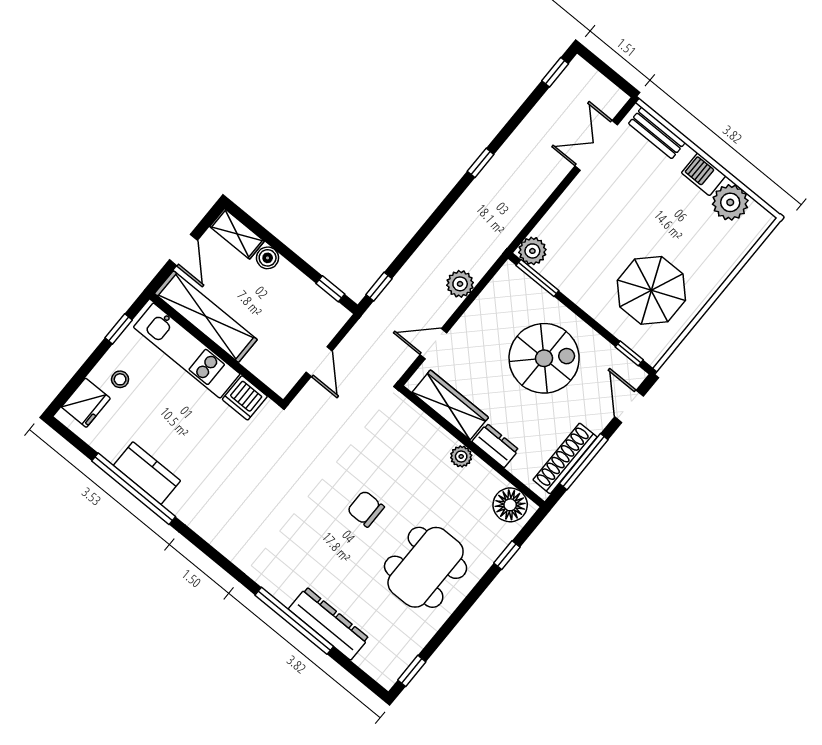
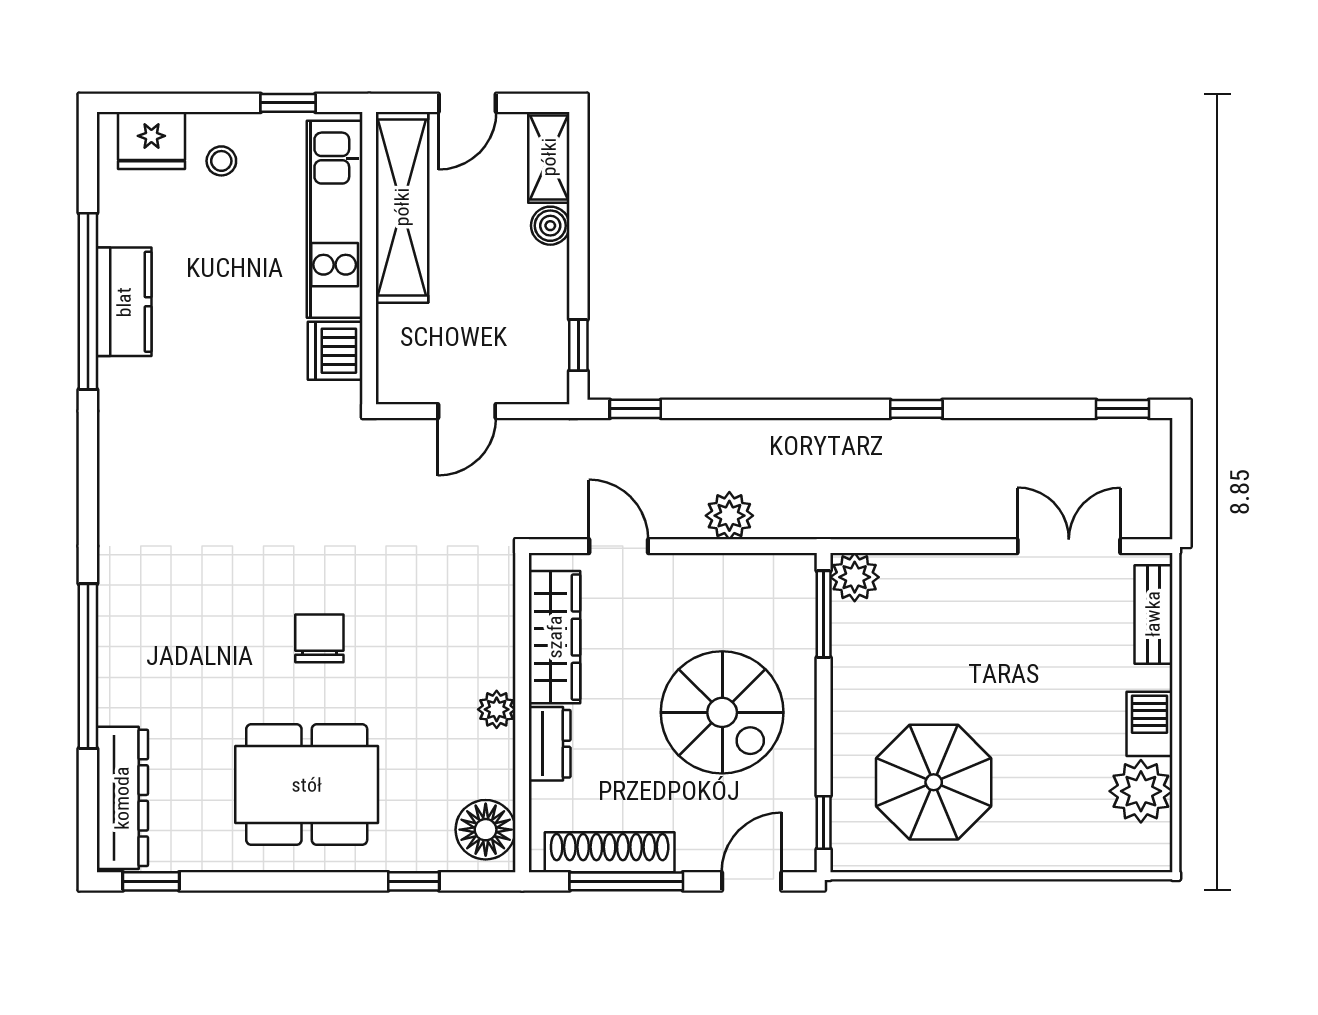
dresser: (329, 624) -> (122, 798), moved

